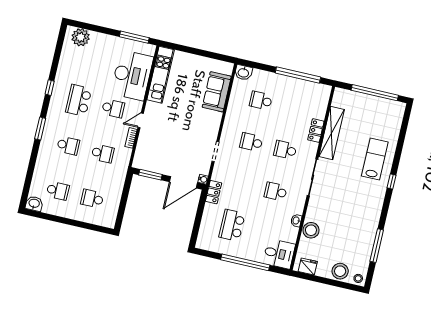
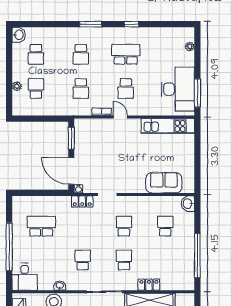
plant: (81, 37) -> (190, 46), width x0.53, depth x0.53
desk: (132, 75) -> (178, 89), moved, turned -90
locker: (214, 192) -> (82, 202), moved
plant: (85, 217) -> (17, 86), added

